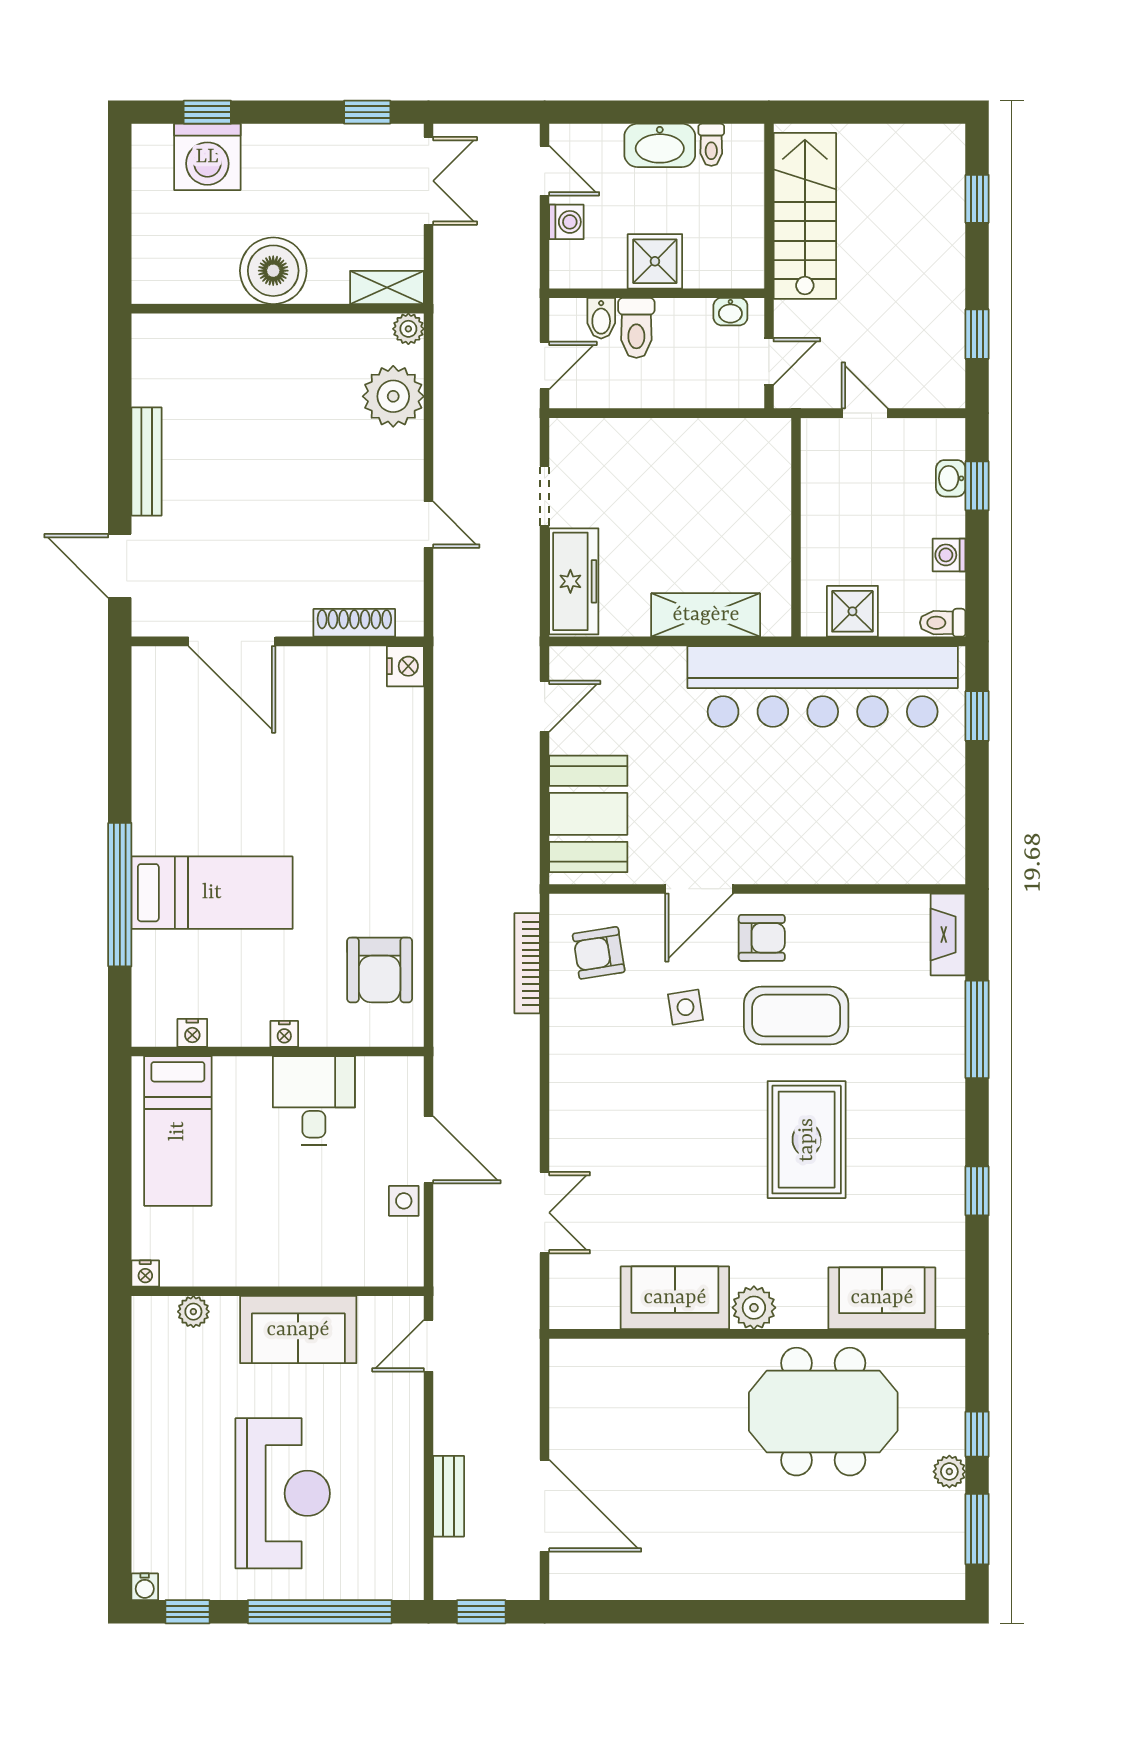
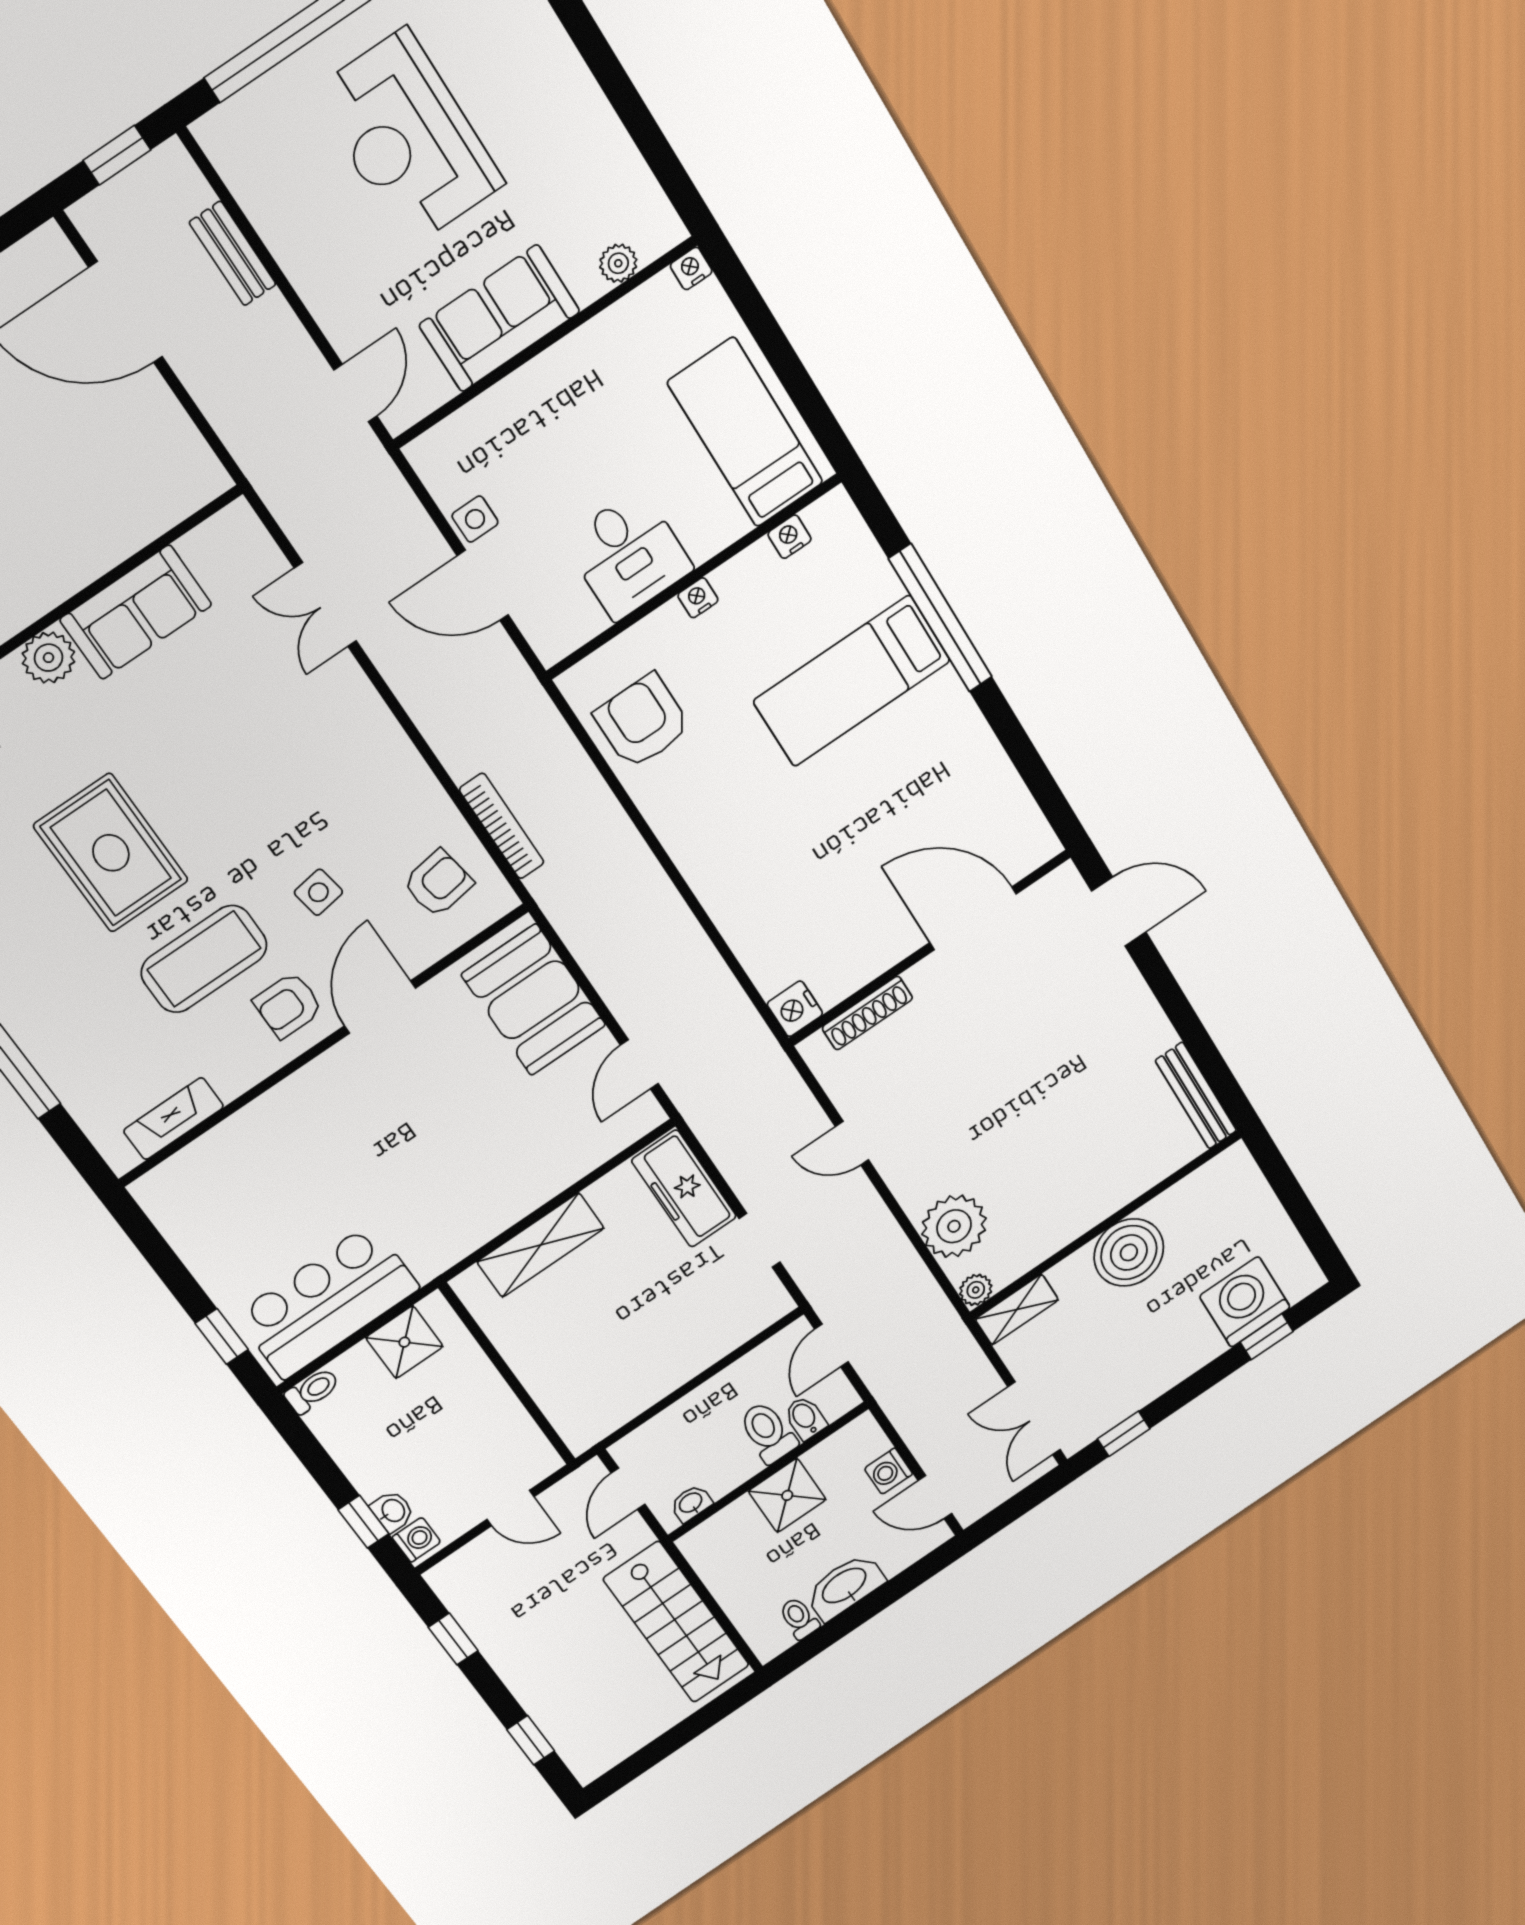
bench: (147, 462) -> (1196, 1096), moved
washing machine: (949, 555) -> (417, 1540), moved
bar counter: (823, 686) -> (328, 1301), width x0.54
fireplace: (948, 934) -> (174, 1119), moved, turned -90

